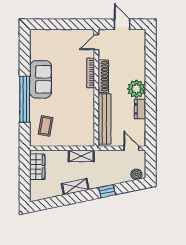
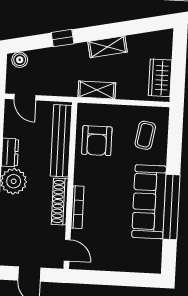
door: (96, 42) -> (67, 250), hinge flipped
sofa: (41, 79) -> (149, 202), width x1.36
window: (25, 99) -> (171, 207), moved
armchair: (79, 120) -> (97, 141), added

